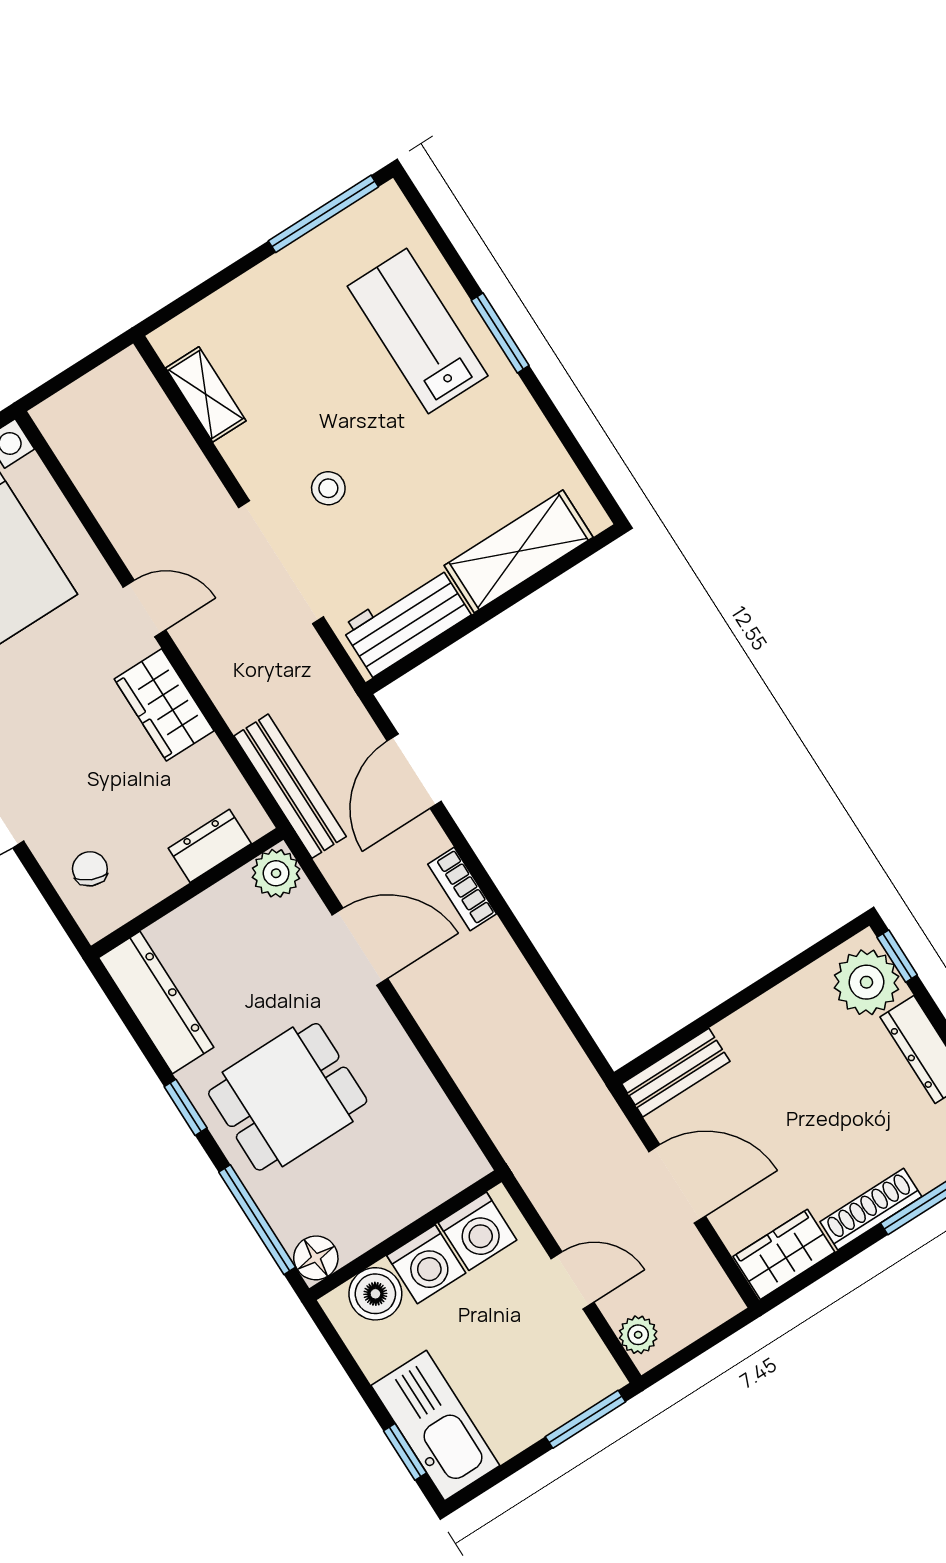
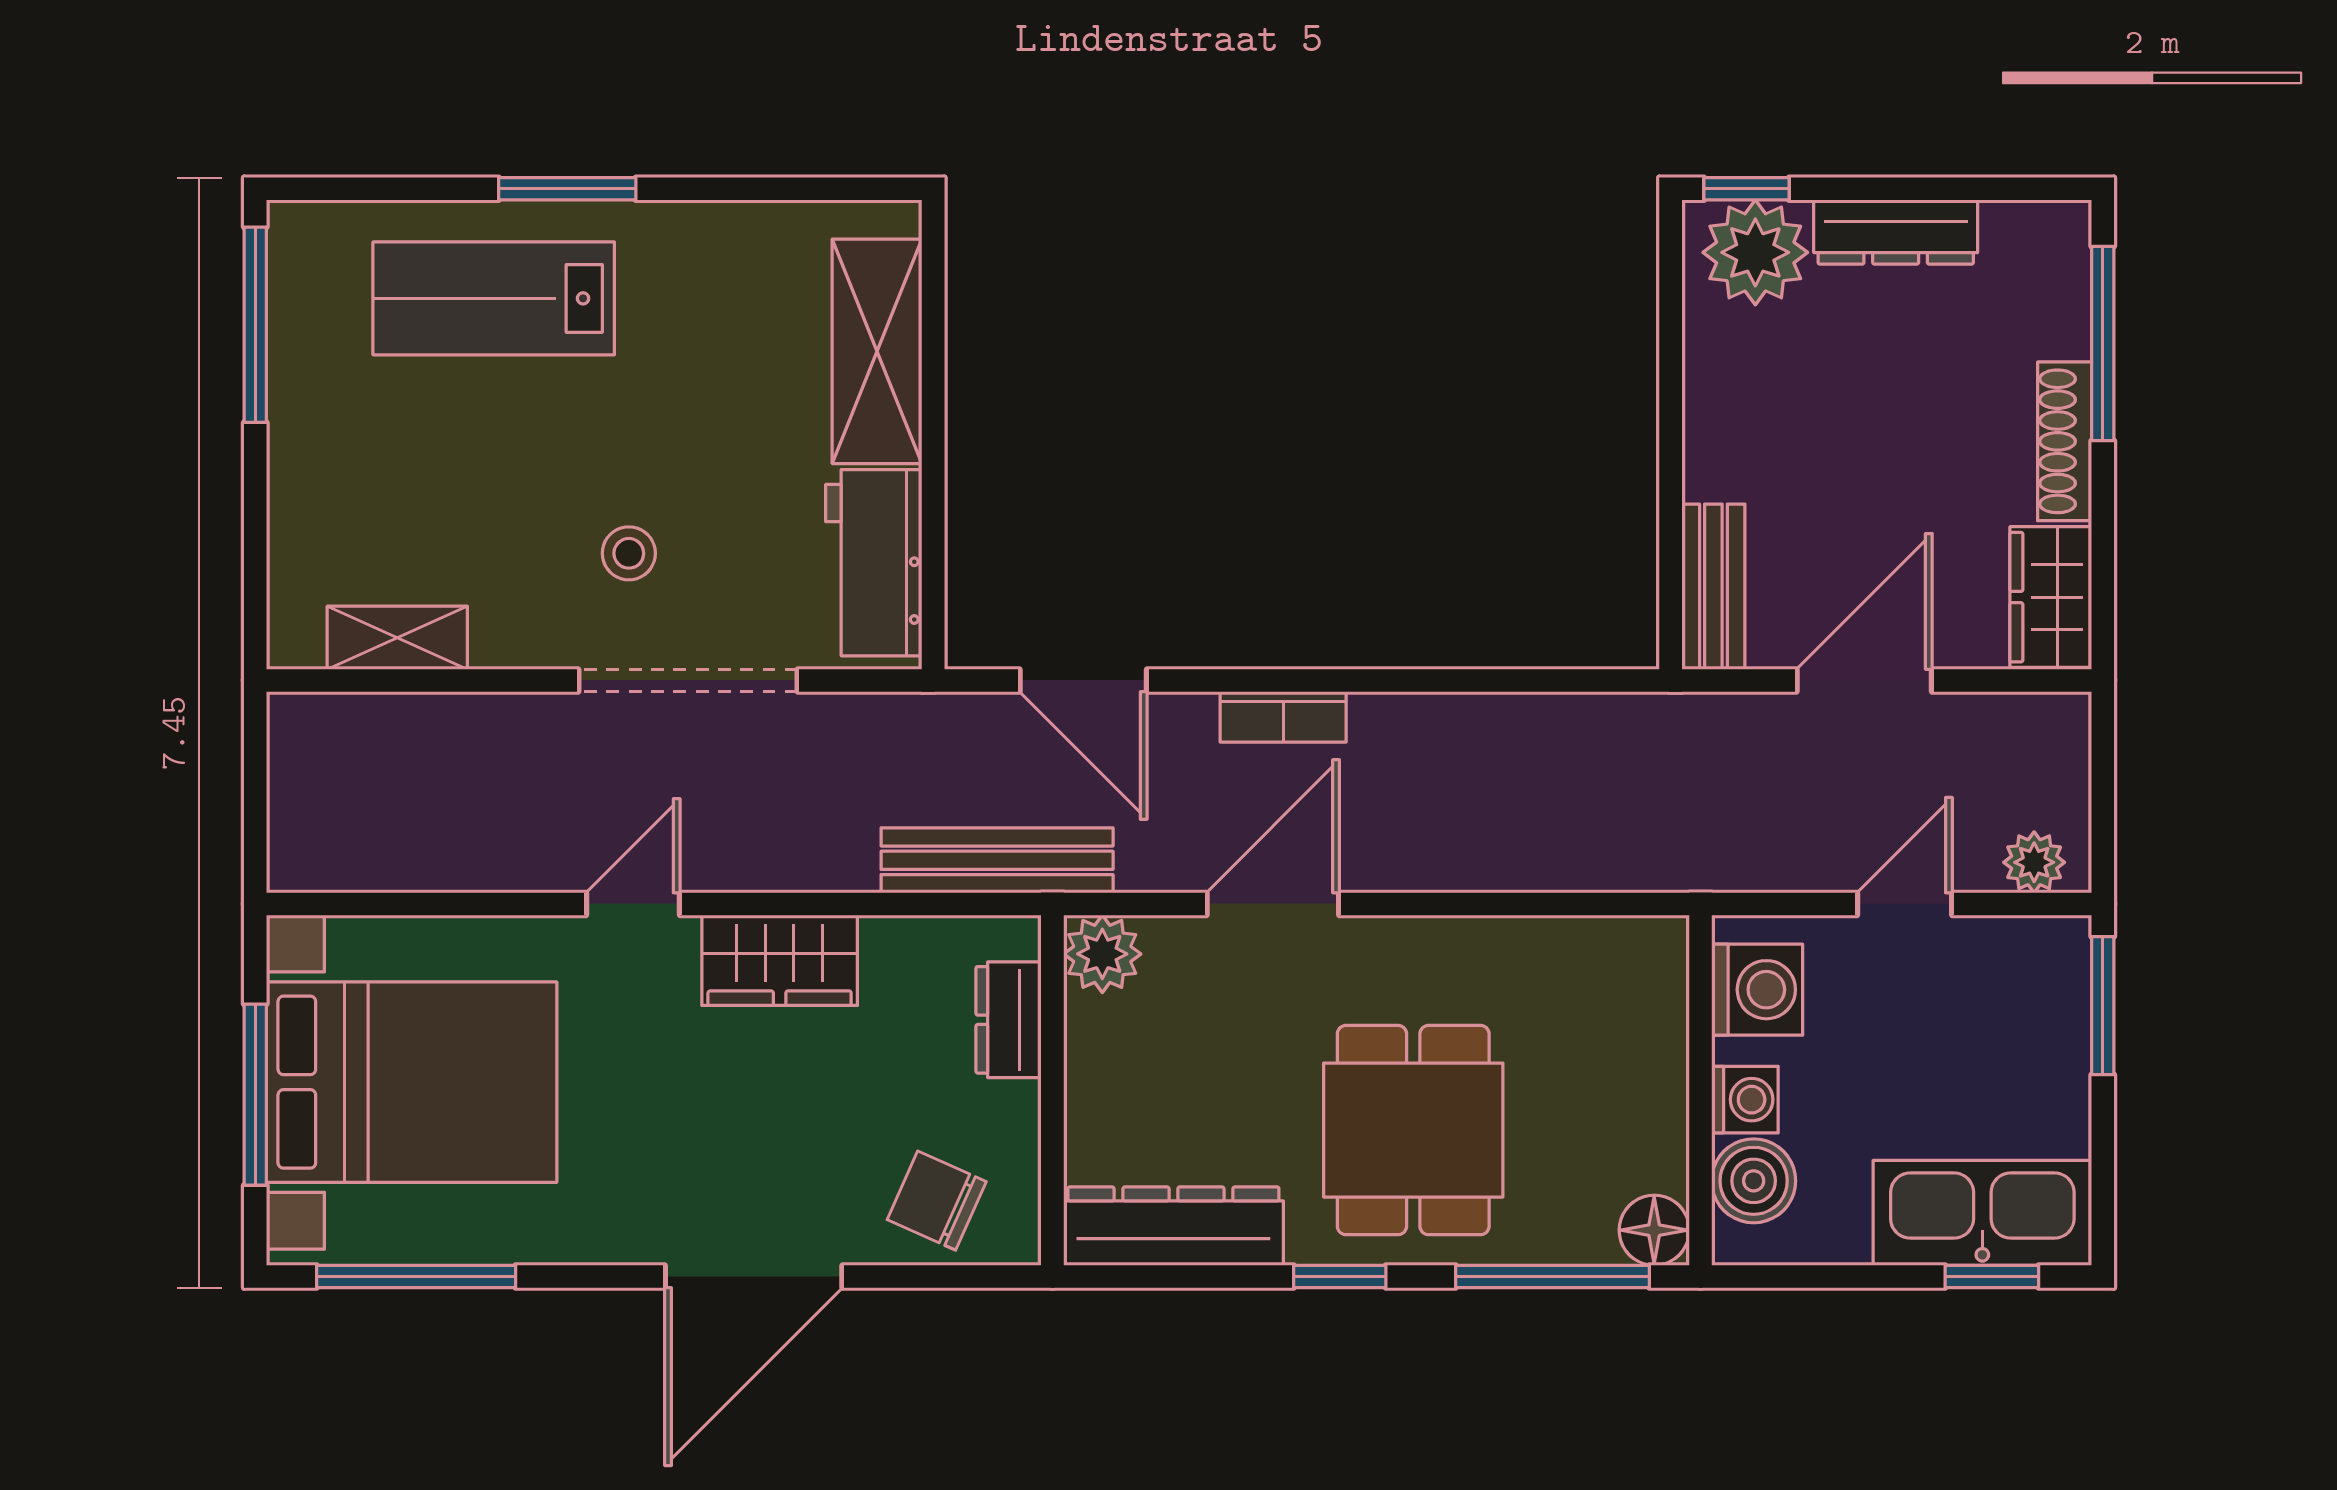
chair: (90, 869) -> (937, 1201), width x1.37, depth x1.37
washing machine: (426, 1264) -> (1745, 1100), width x0.73, depth x0.73

